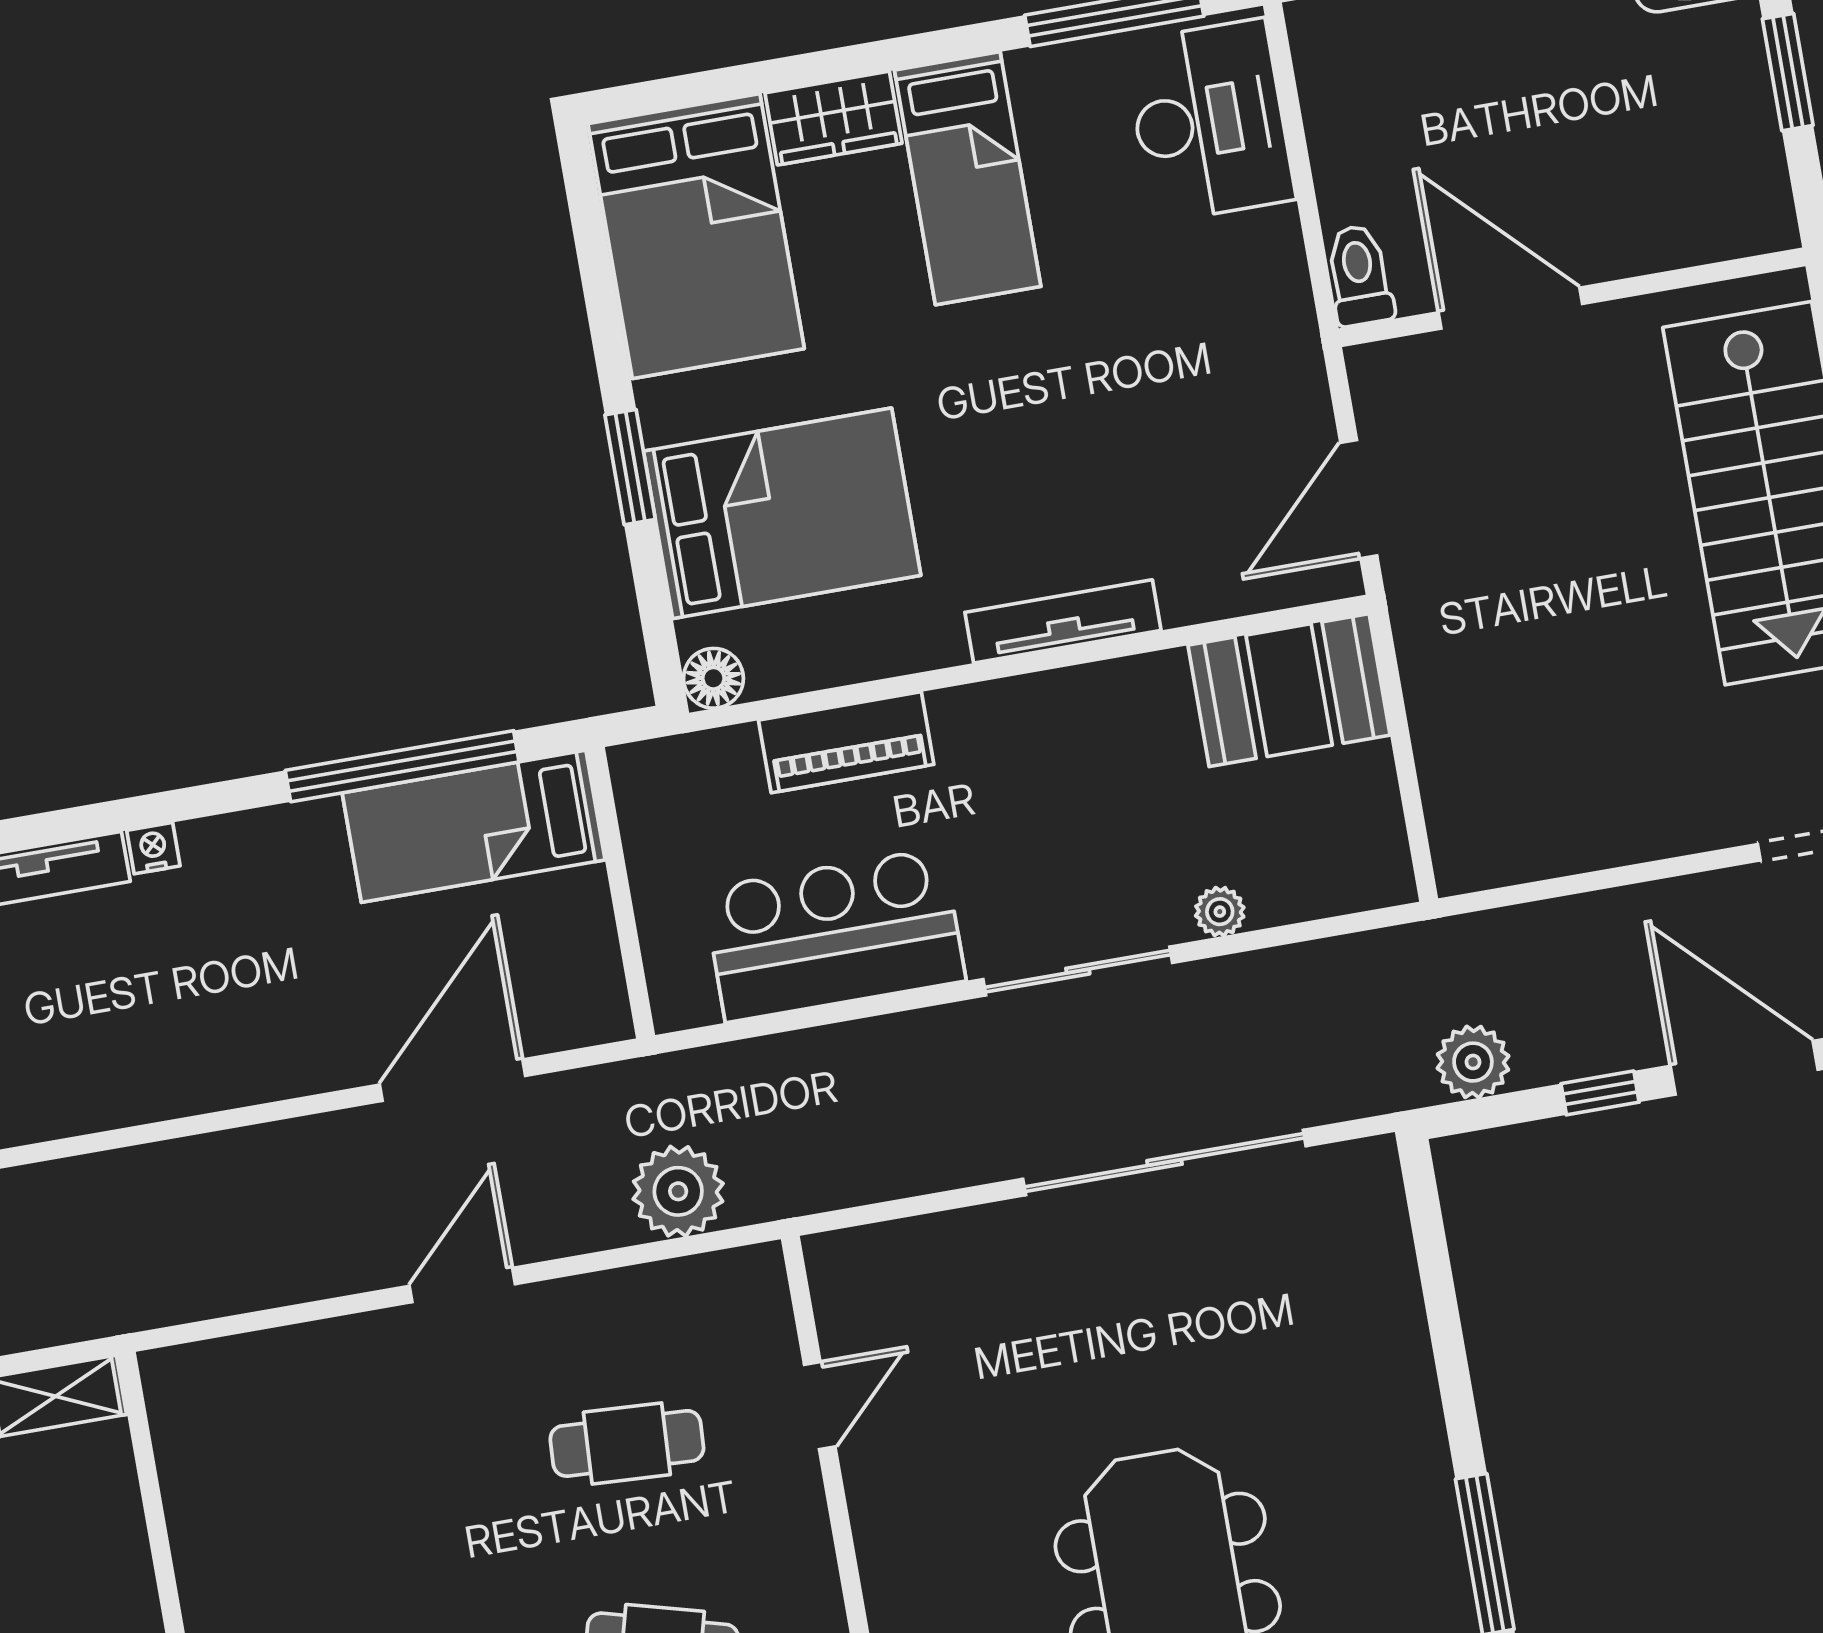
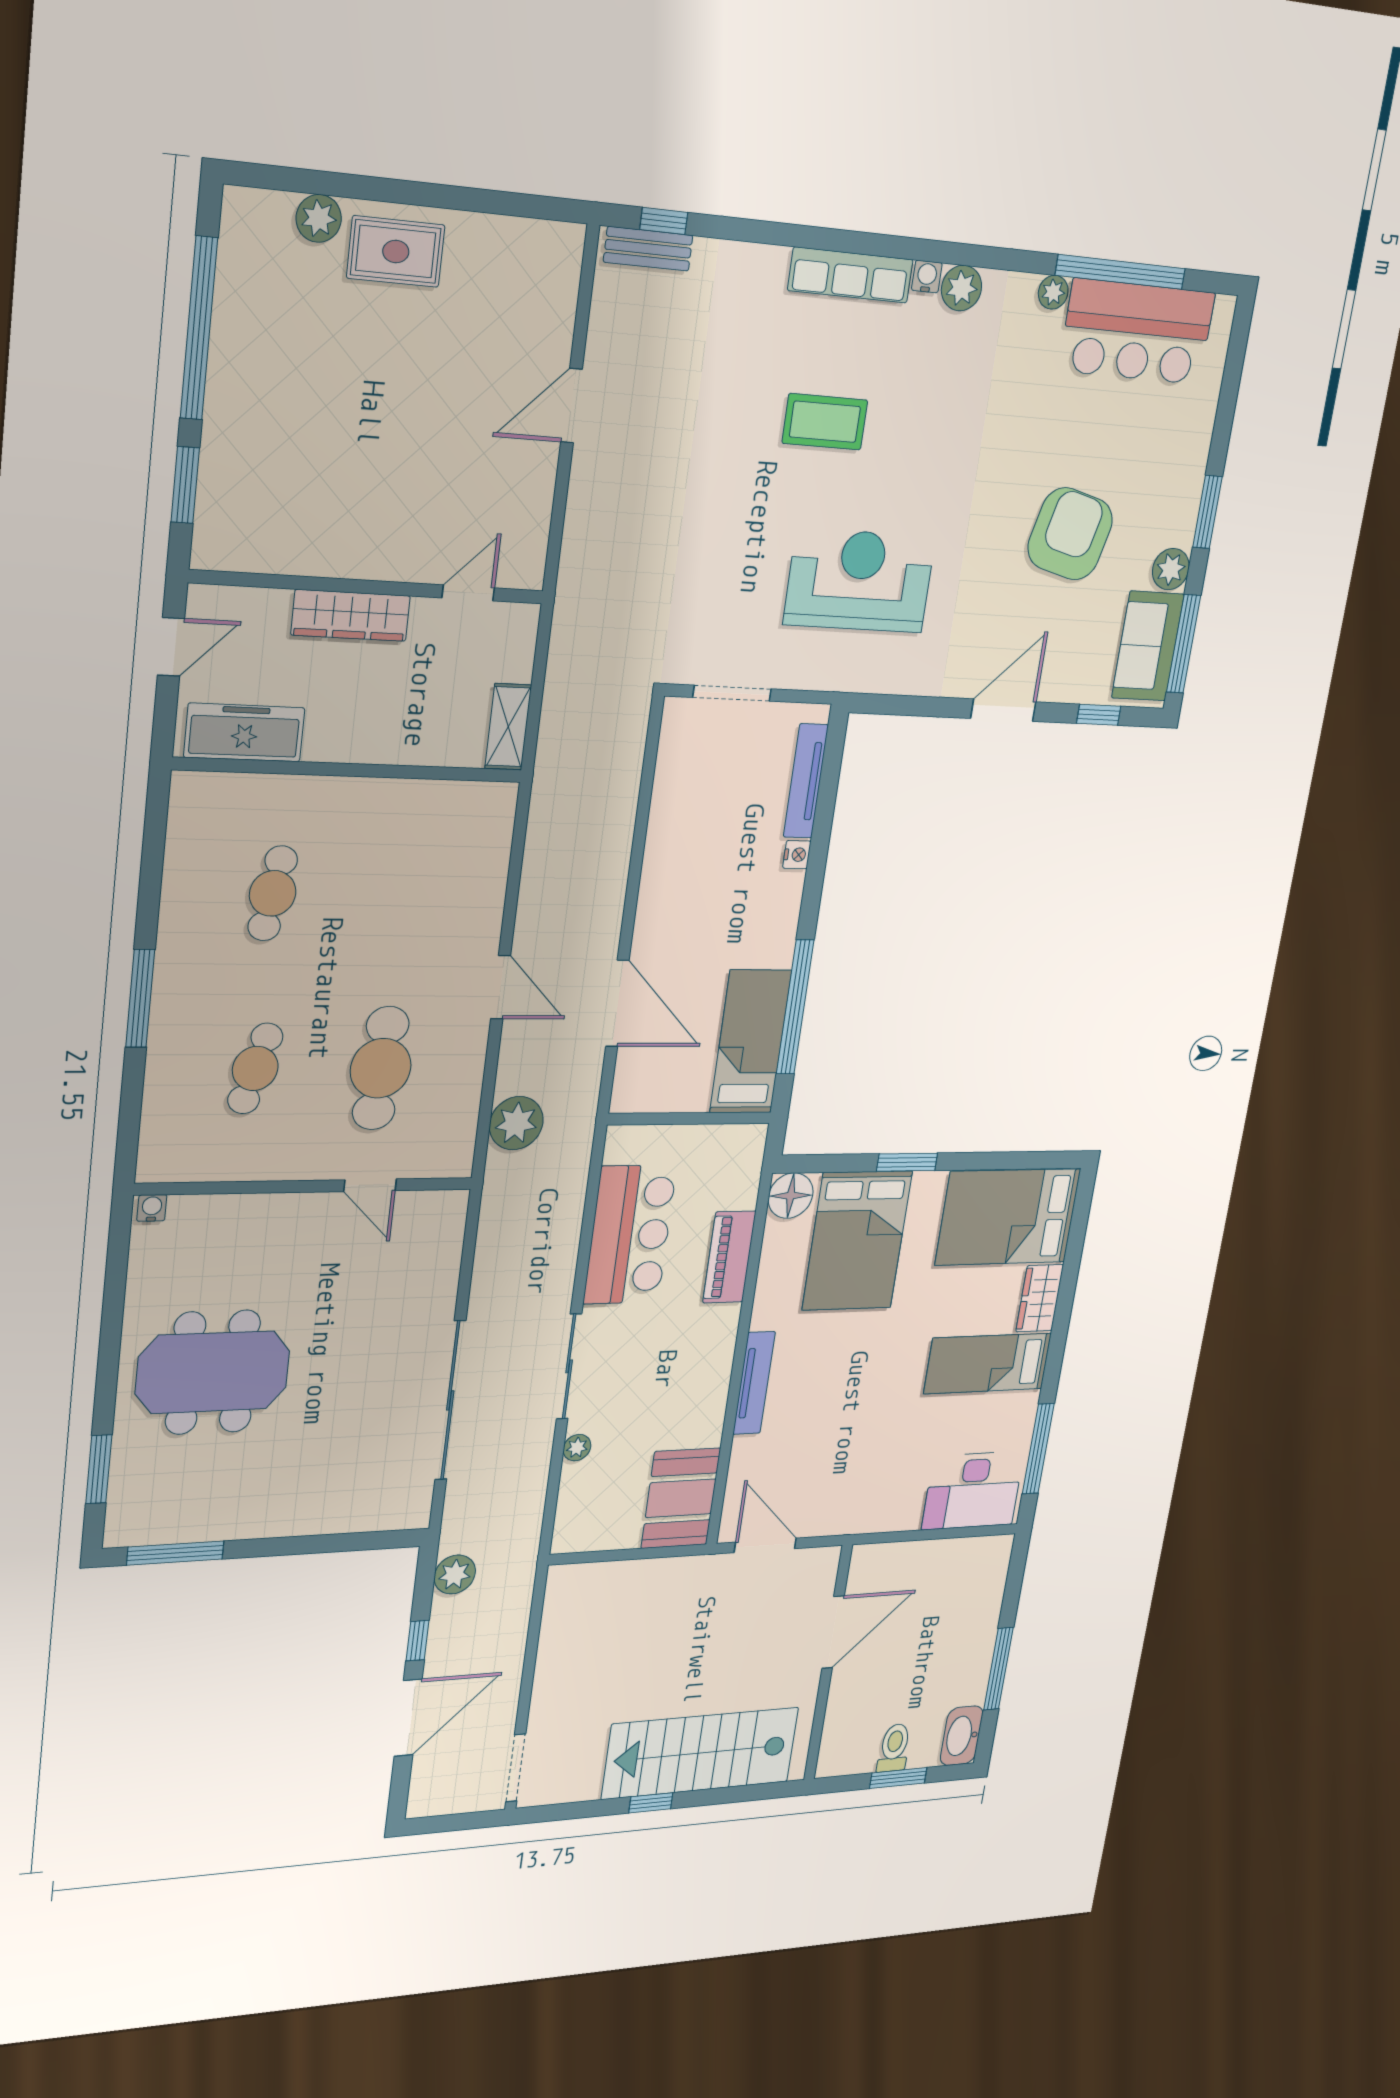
toilet: (1359, 275) -> (894, 1748), moved, turned -90
floor lamp: (713, 678) -> (791, 1196), width x1.38, depth x1.38
cafe table: (627, 1443) -> (381, 1068), width x1.37, depth x1.35

